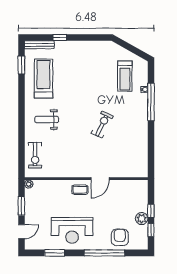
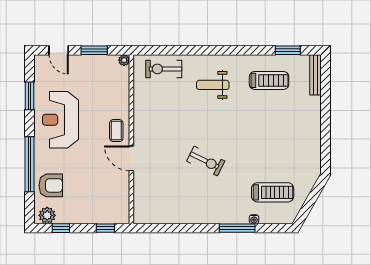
window: (60, 38) -> (326, 103), removed
treadmill: (125, 76) -> (273, 192), turned 180
treadmill: (43, 79) -> (269, 80), width x0.73, depth x0.73
window: (151, 102) -> (237, 228), width x0.68
weight bench: (47, 120) -> (213, 85), turned -90
window: (151, 211) -> (105, 228), moved
plant: (142, 219) -> (47, 215), moved

